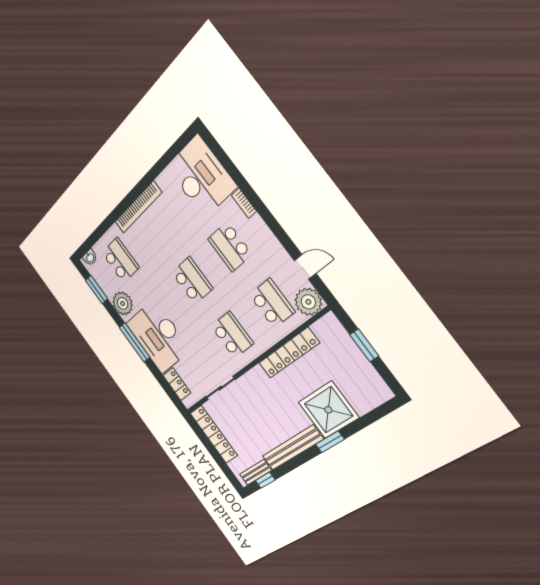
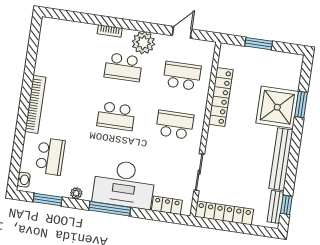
desk: (201, 177) -> (67, 41), removed
school desk: (120, 260) -> (50, 156), turned 90
school desk: (192, 281) -> (116, 116), turned 180
plant: (308, 302) -> (143, 43), moved
plant: (123, 303) -> (76, 193), width x0.53, depth x0.53
window: (330, 442) -> (301, 104), moved

